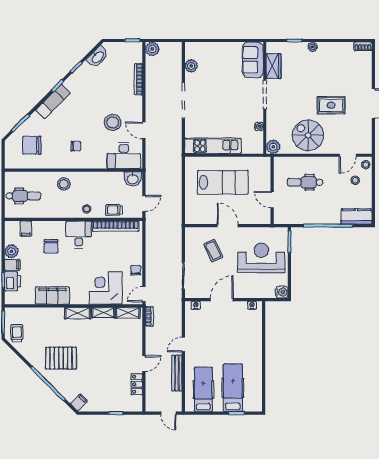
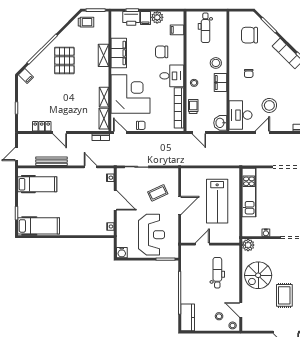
spiral stairs: (308, 135) -> (258, 275), turned 180
chair: (32, 145) -> (250, 35), turned -90
filing cabinet: (86, 179) -> (220, 83), added
corner desk: (106, 288) -> (131, 94), width x1.36, depth x1.36
shelving: (78, 313) -> (103, 55), moved
door: (183, 344) -> (91, 167), moved
hospital bed: (233, 388) -> (39, 226), moved

